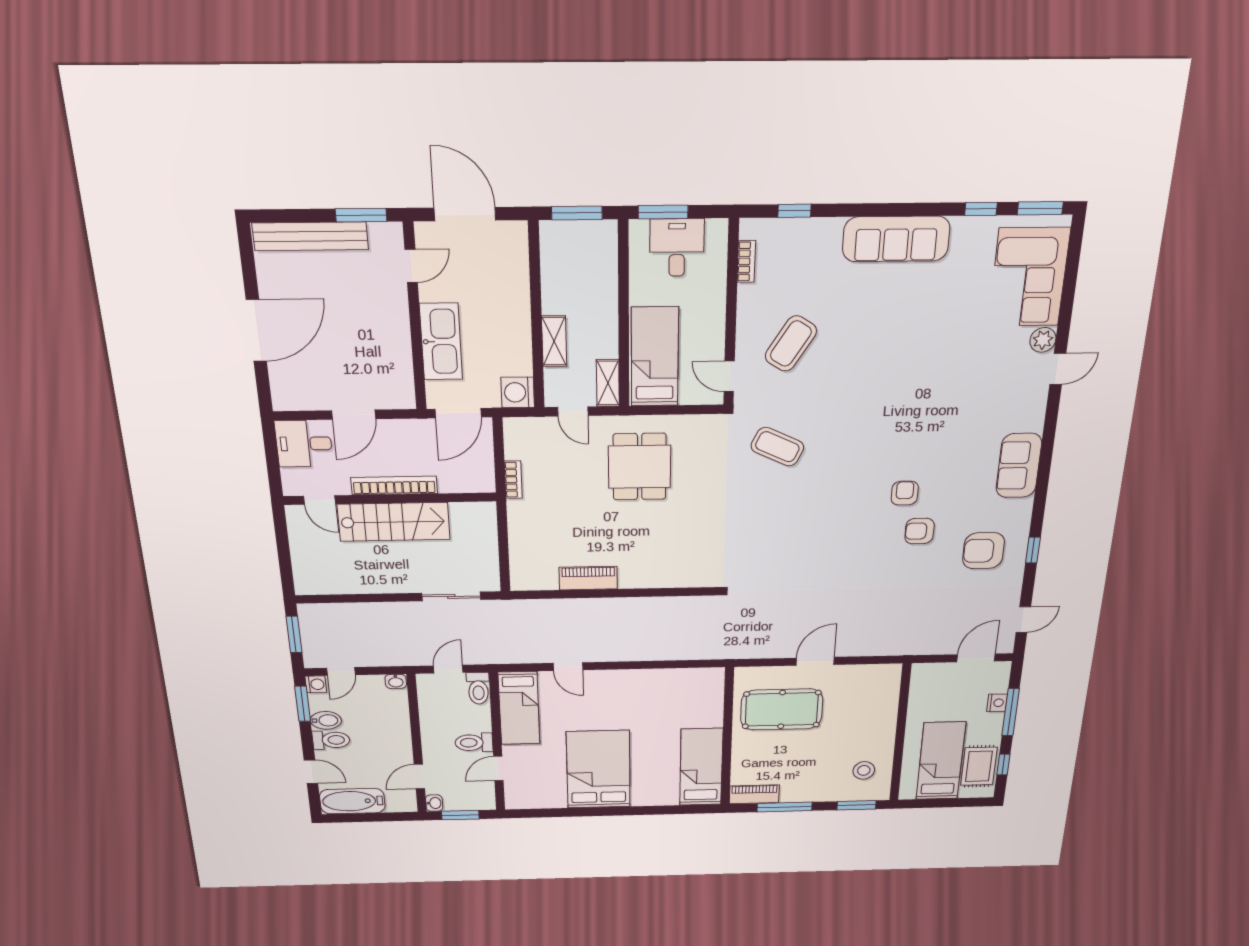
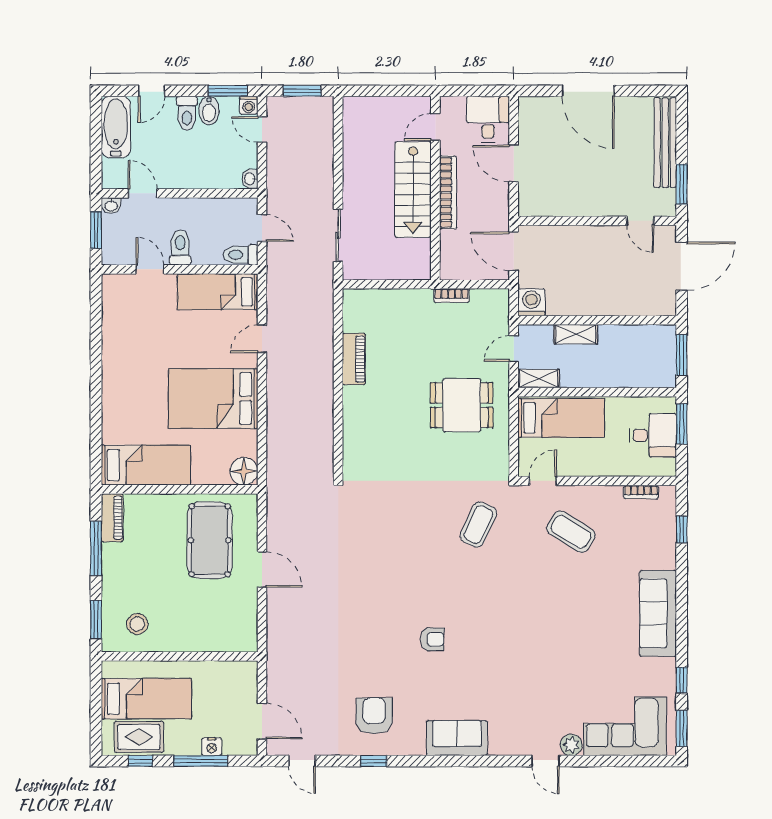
kitchen sink: (441, 342) -> (577, 241), removed
armchair: (919, 531) -> (395, 656), removed
floor lamp: (710, 680) -> (244, 471), added
bed: (598, 770) -> (213, 398), moved, turned 180

